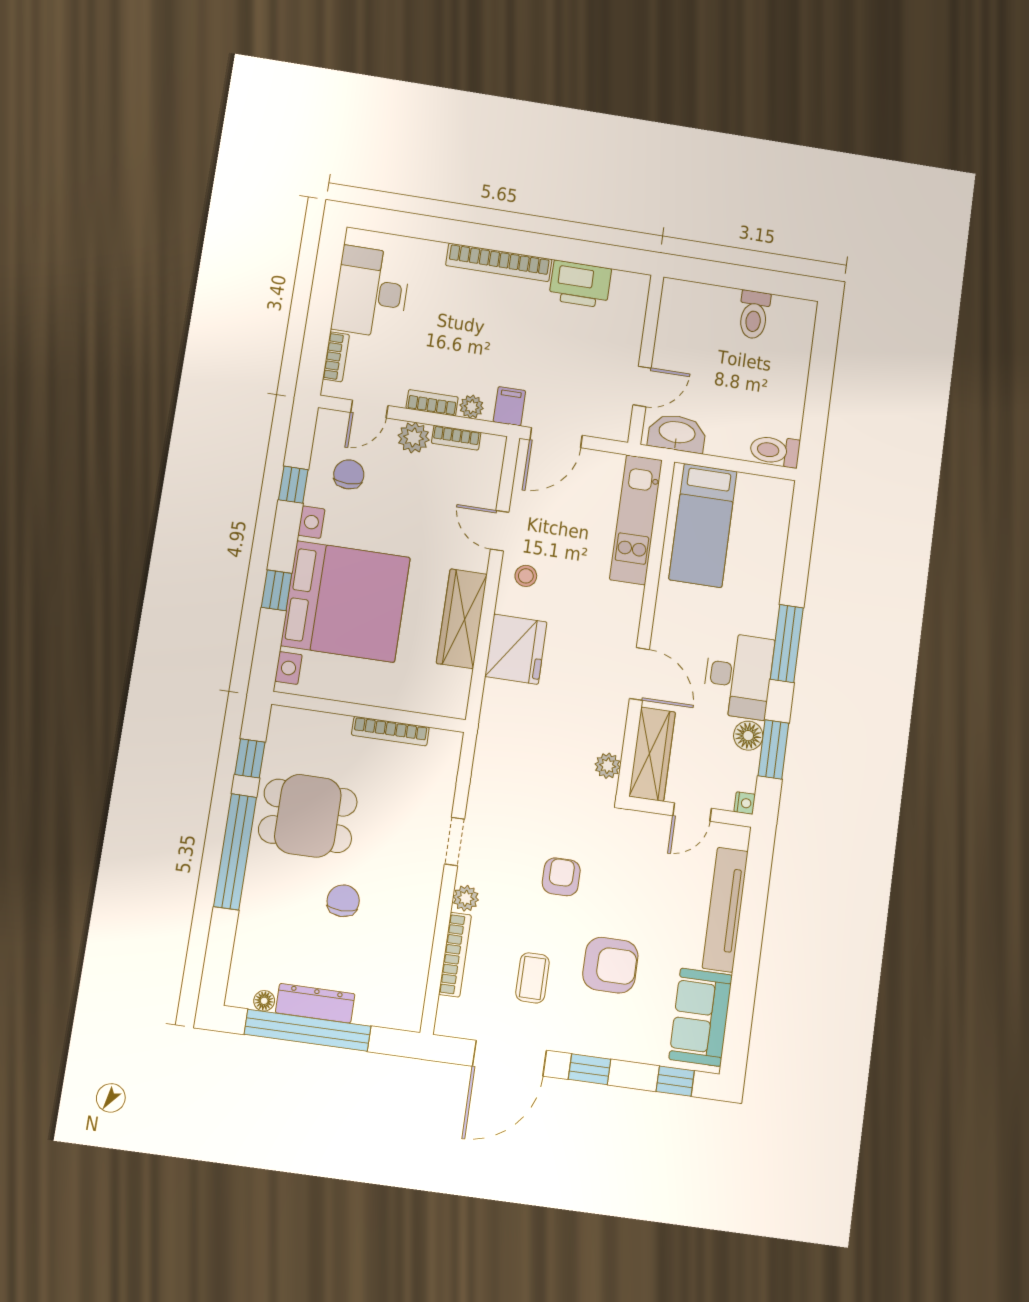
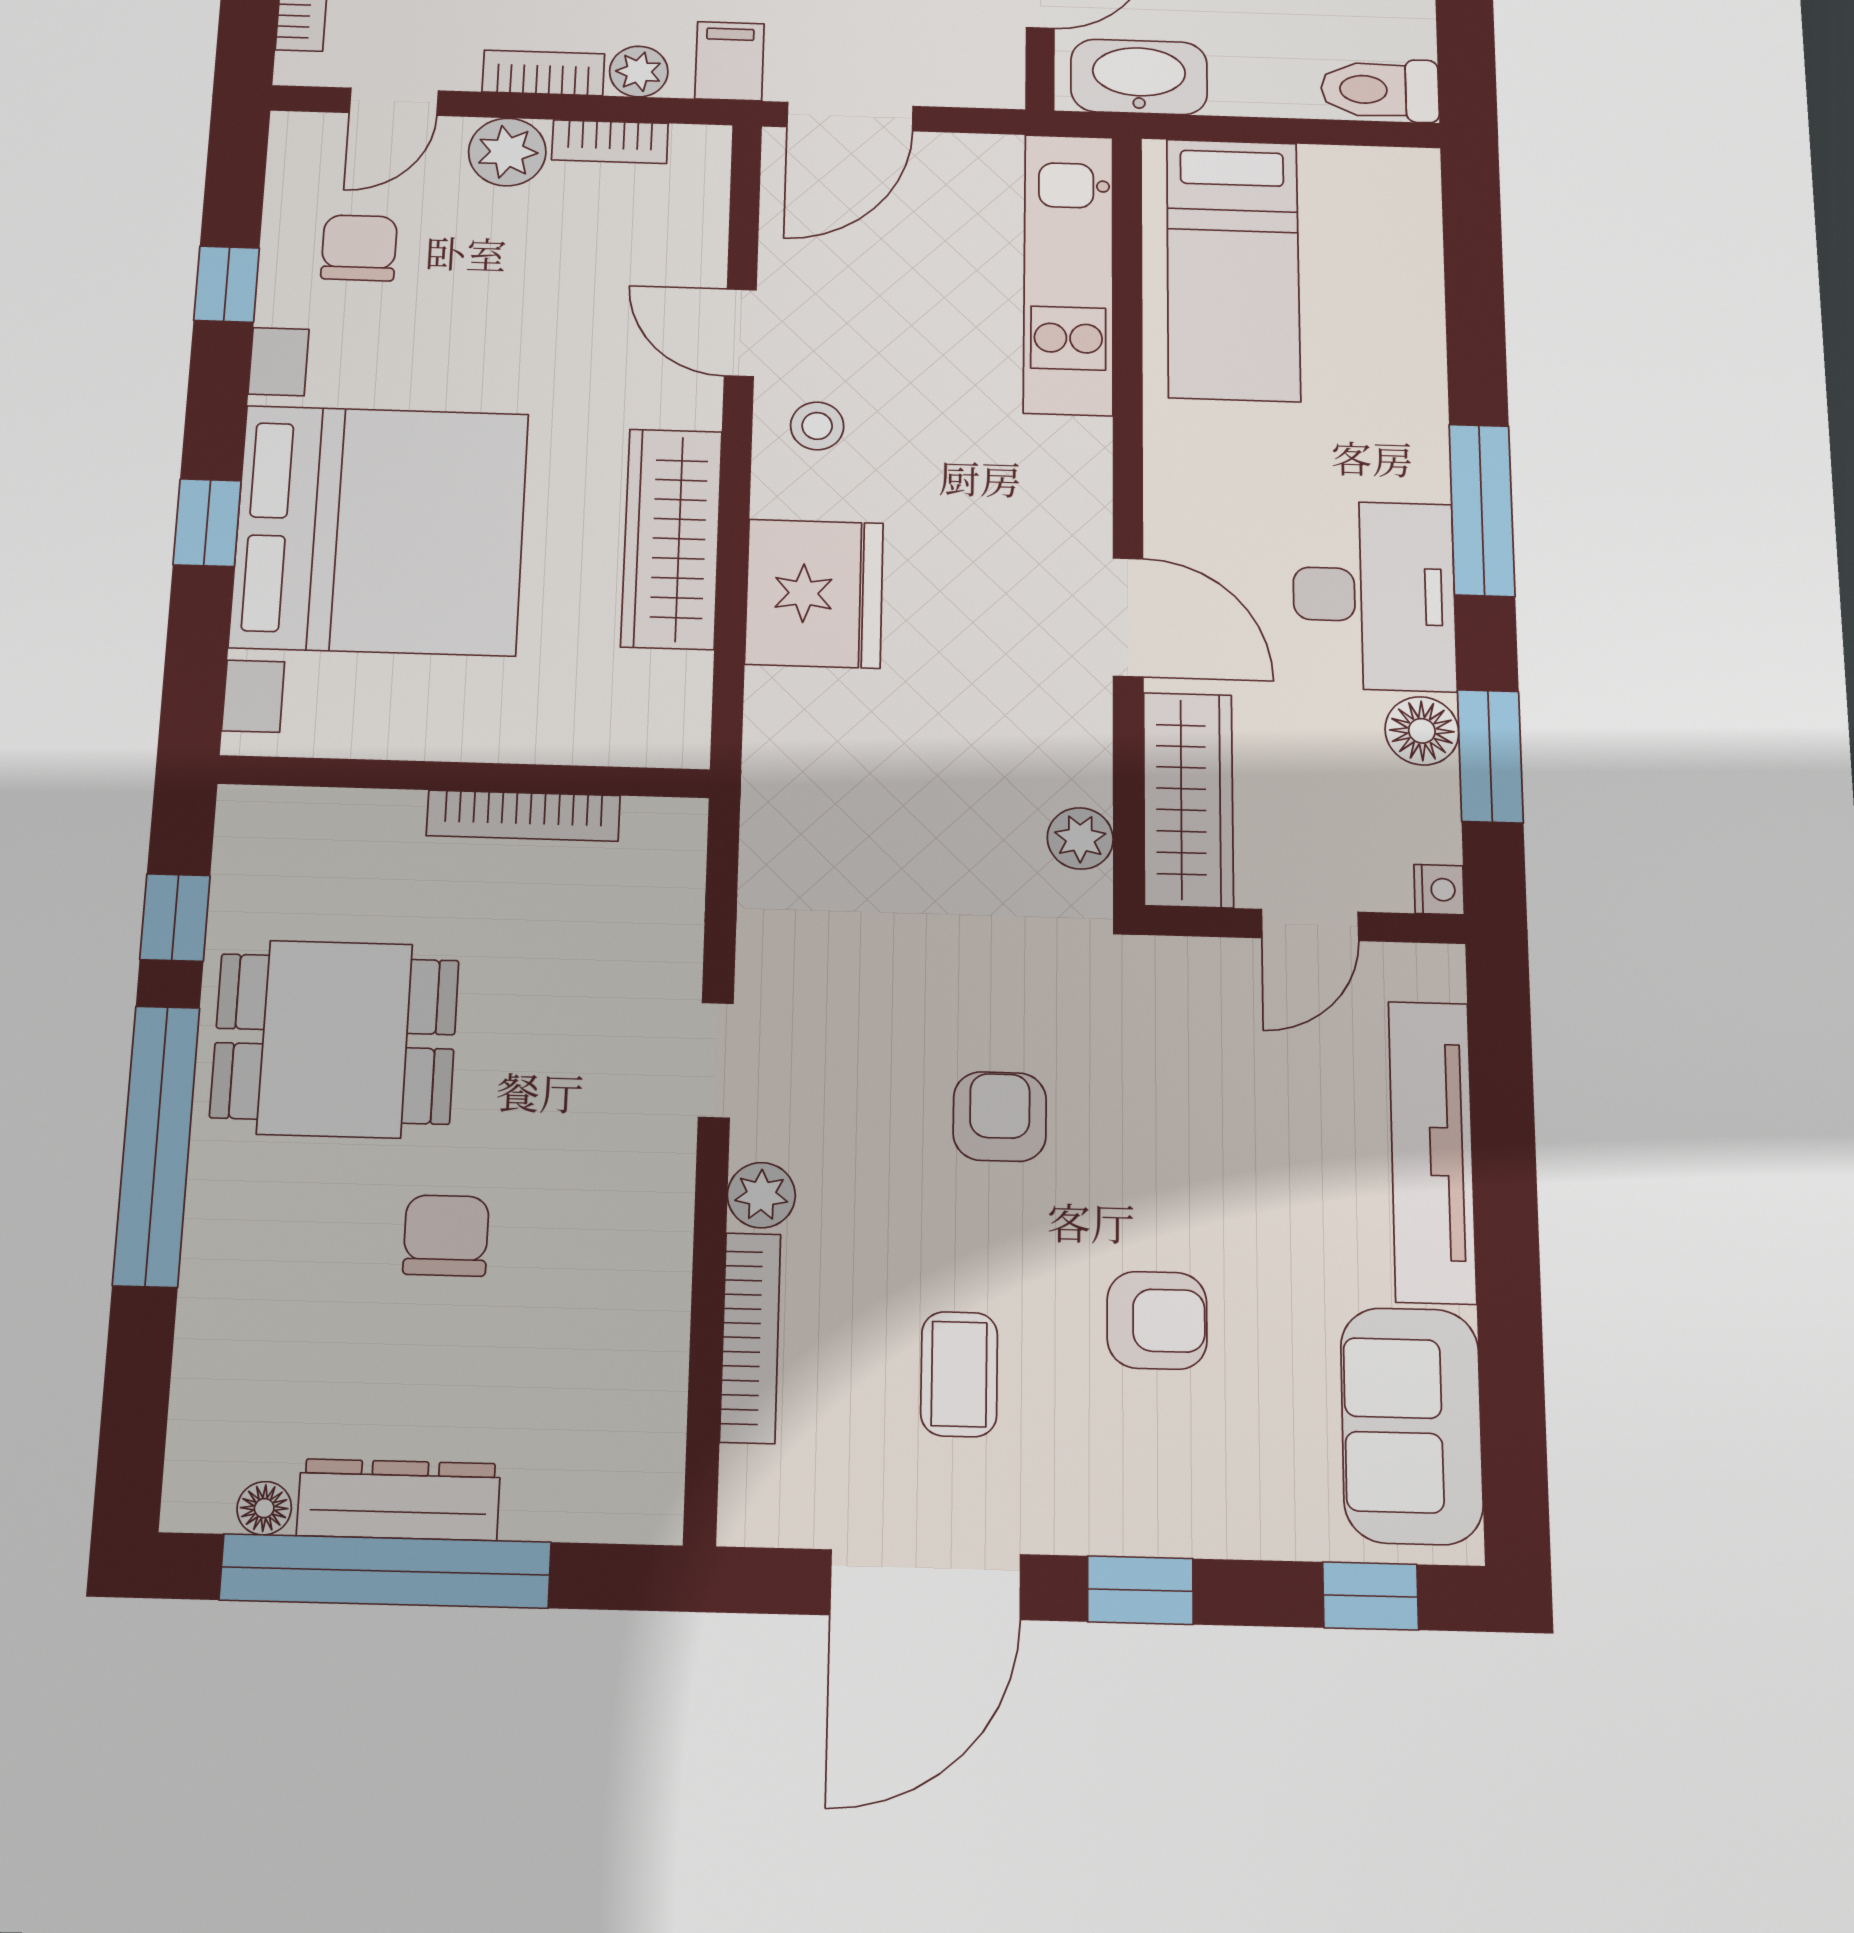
armchair: (610, 965) -> (1157, 1320), width x0.72, depth x0.72

